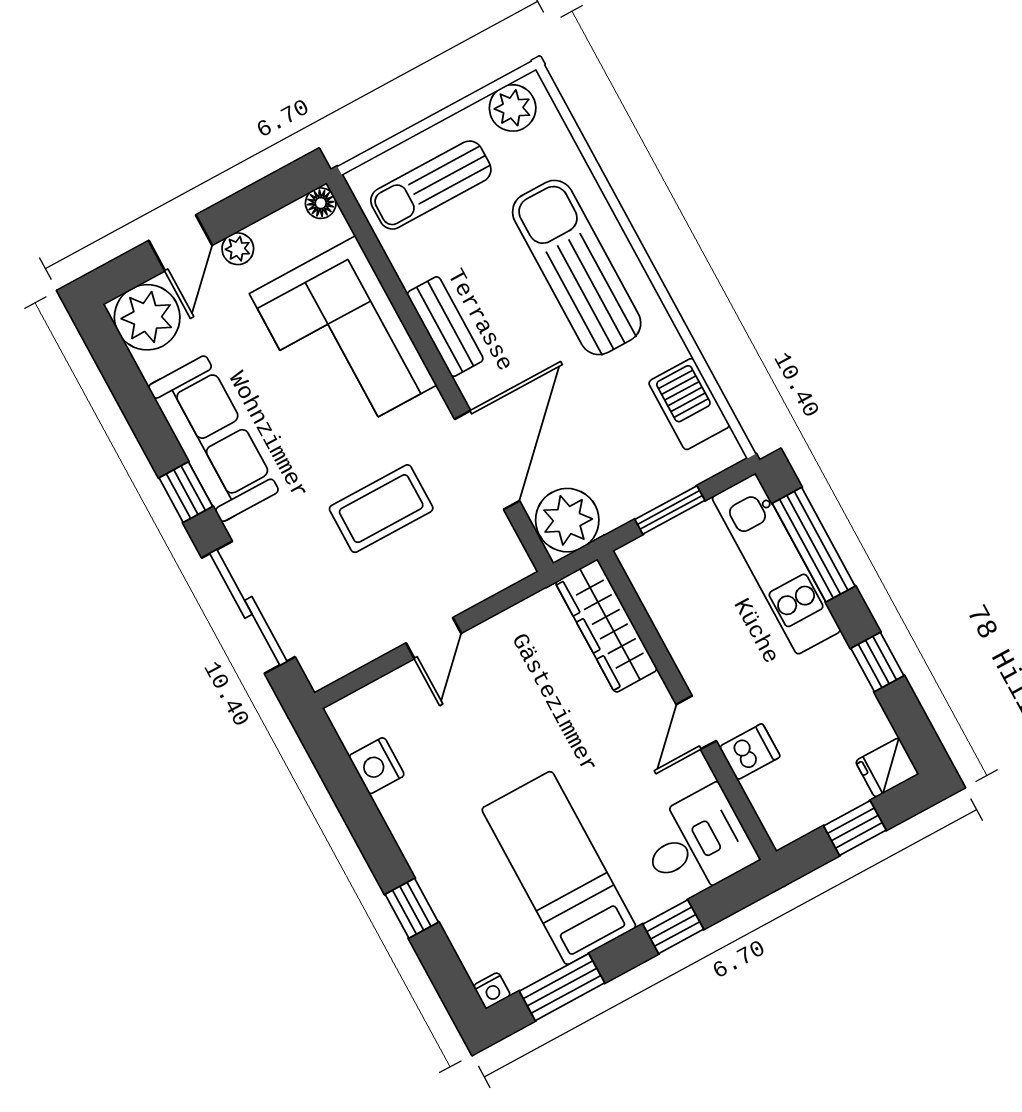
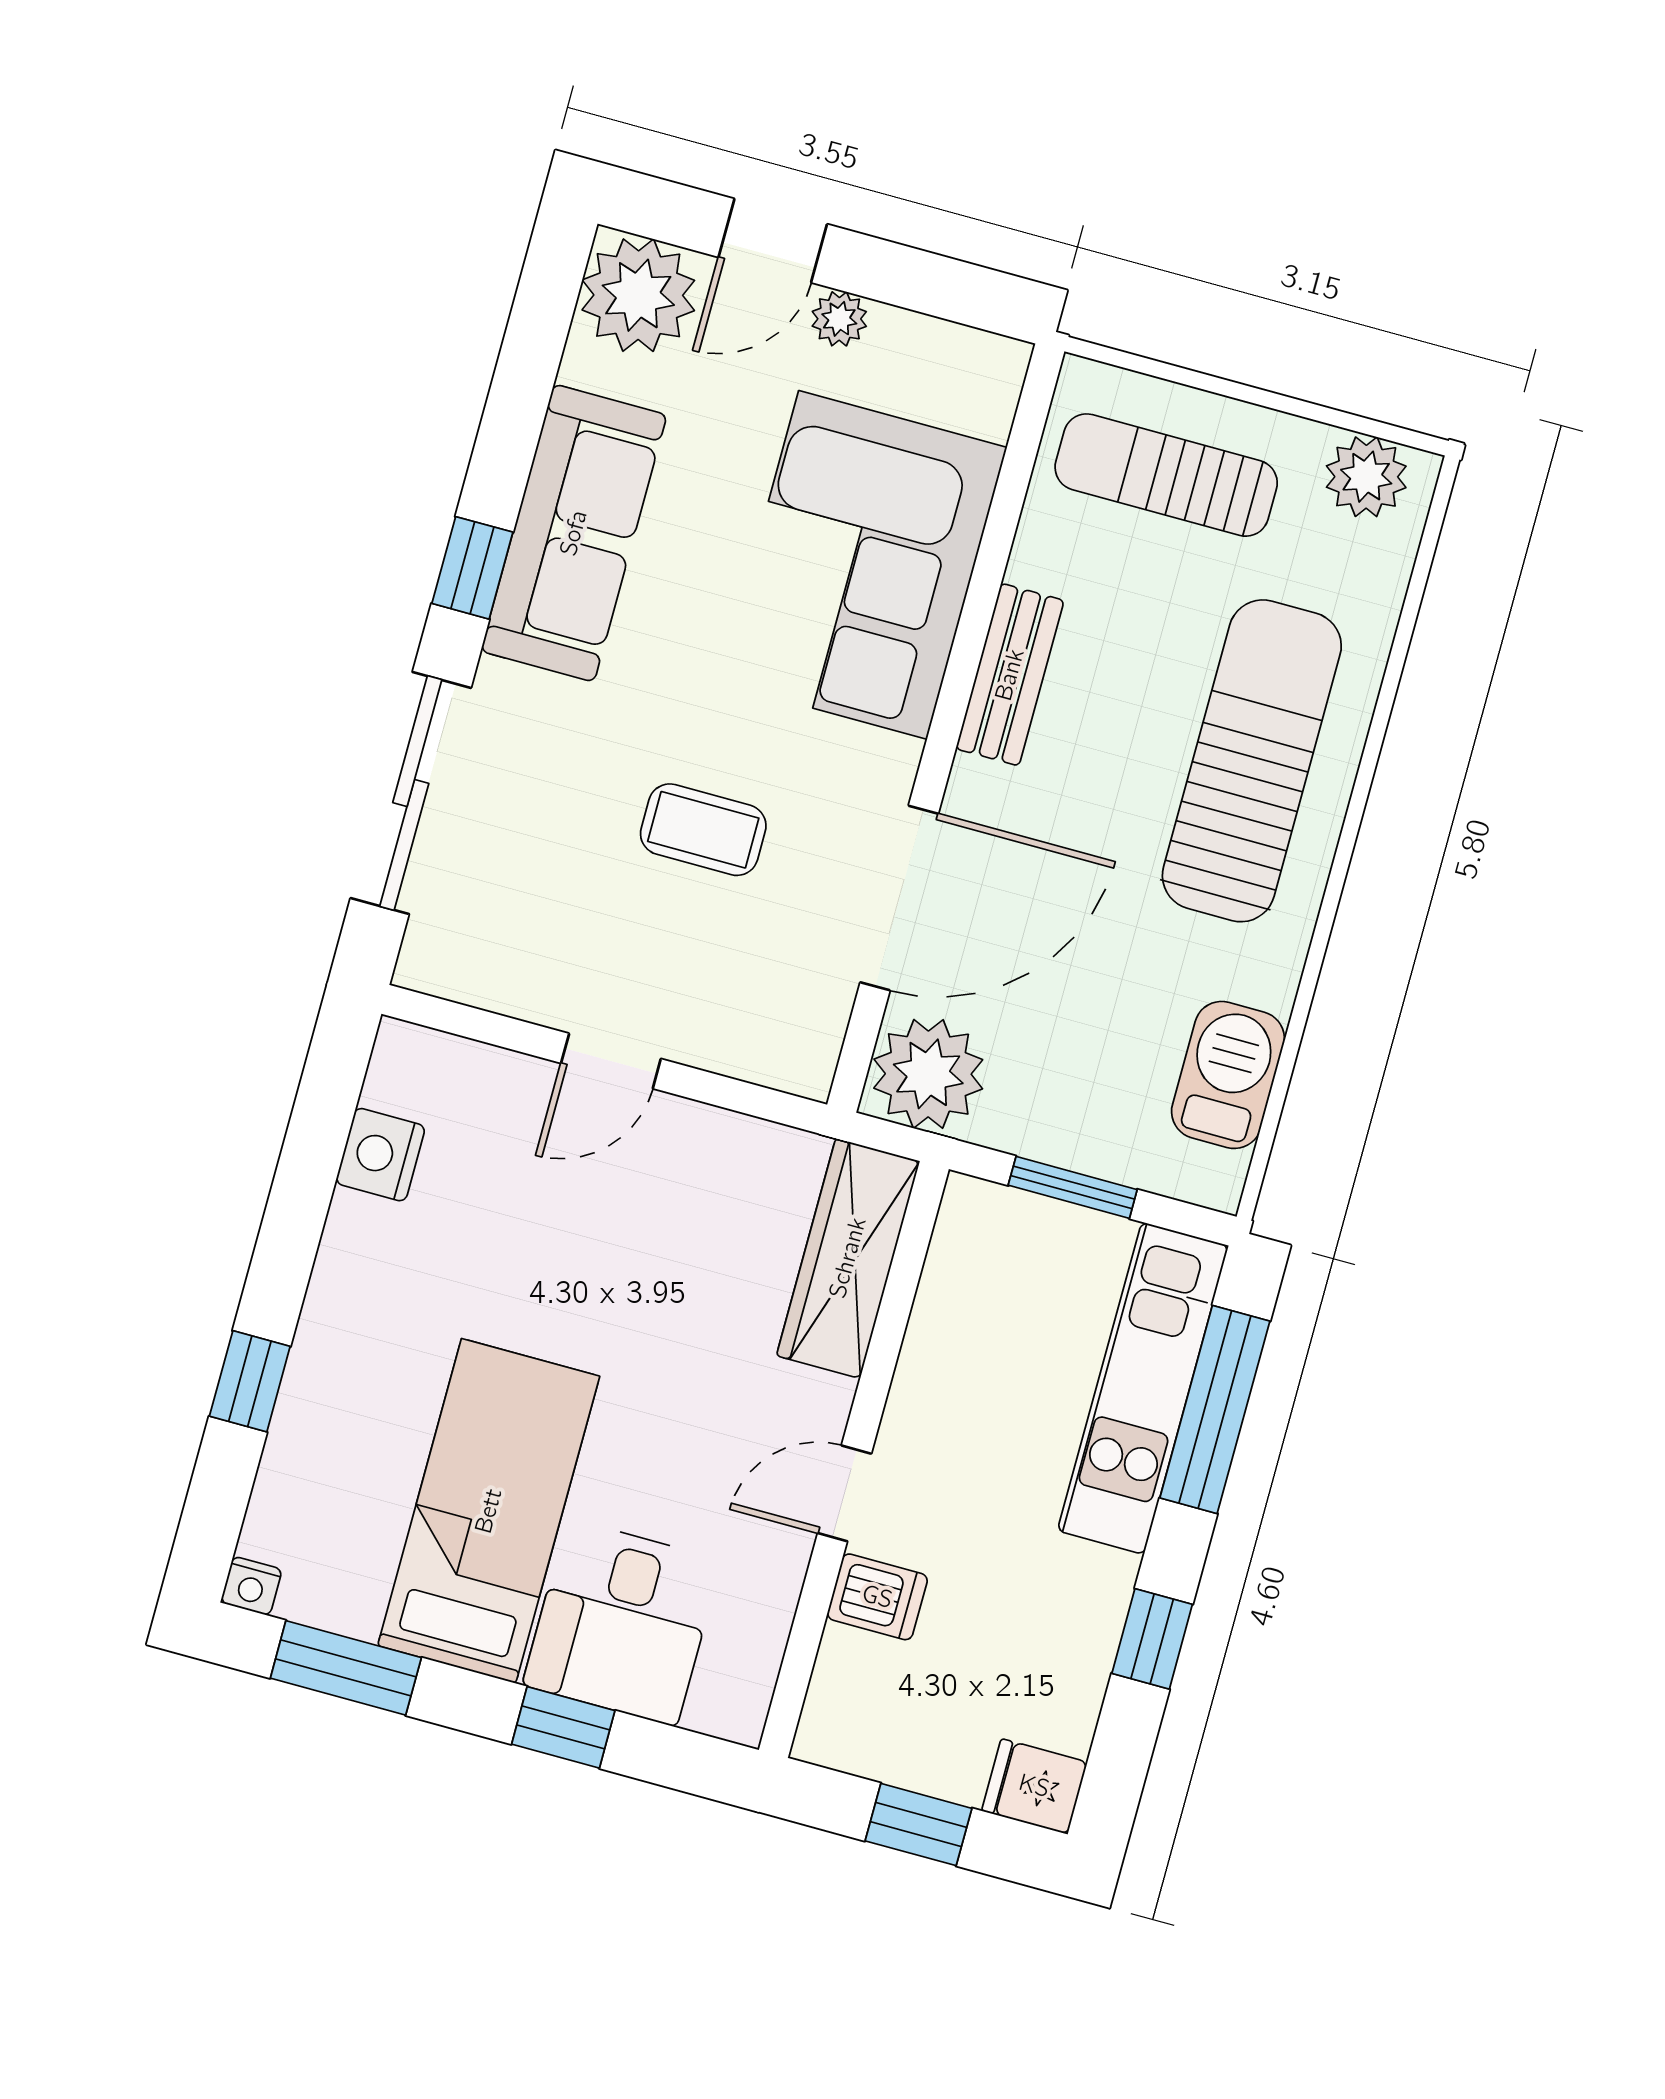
floor lamp: (321, 203) -> (1002, 362), removed
coffee table: (381, 509) -> (703, 830), width x0.73, depth x0.77
desk: (697, 843) -> (622, 1623), moved, turned 90

